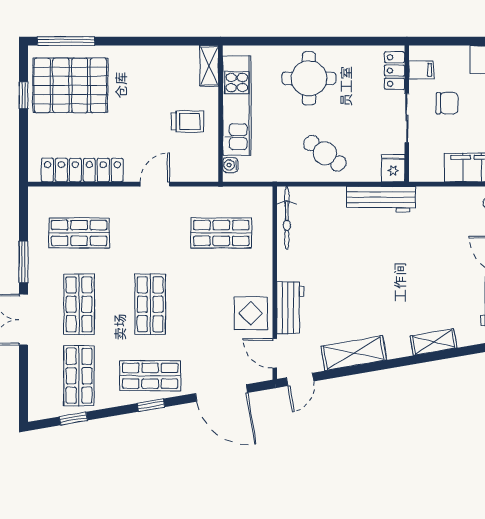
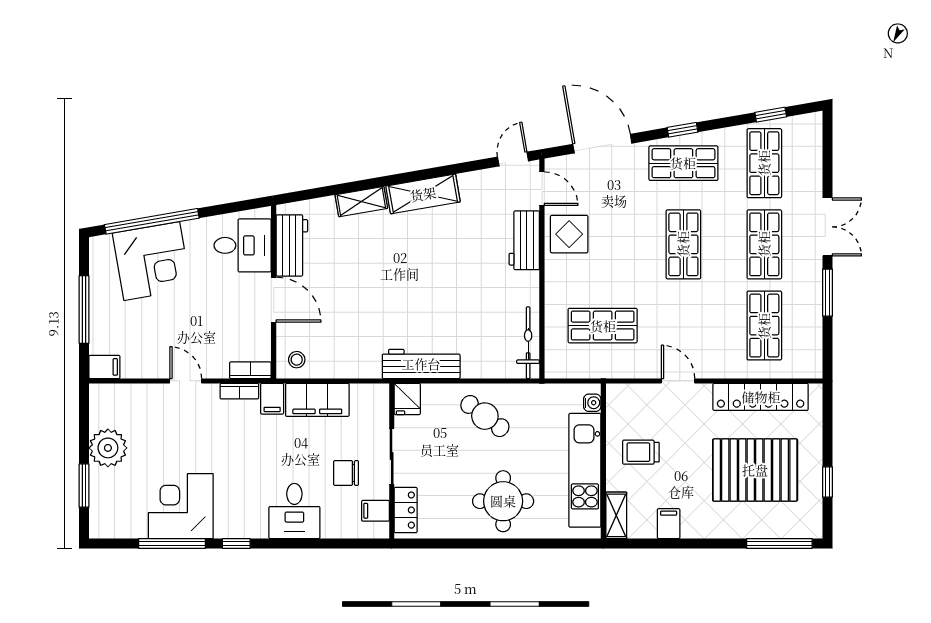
filing cabinet: (163, 59) -> (669, 524), added
pallet: (70, 85) -> (755, 470), moved
door: (155, 184) -> (678, 381), swing flipped
shop shelf: (79, 233) -> (764, 326), turned 90
shelving: (354, 353) -> (423, 194), moved

